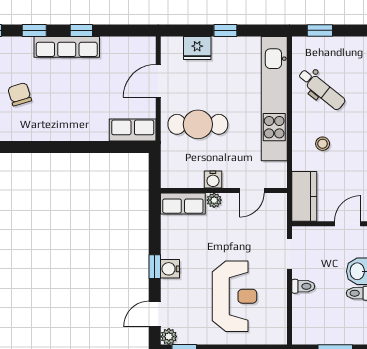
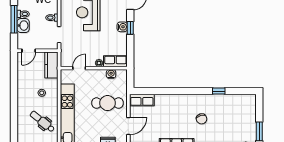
water cooler: (213, 179) -> (111, 74), moved

